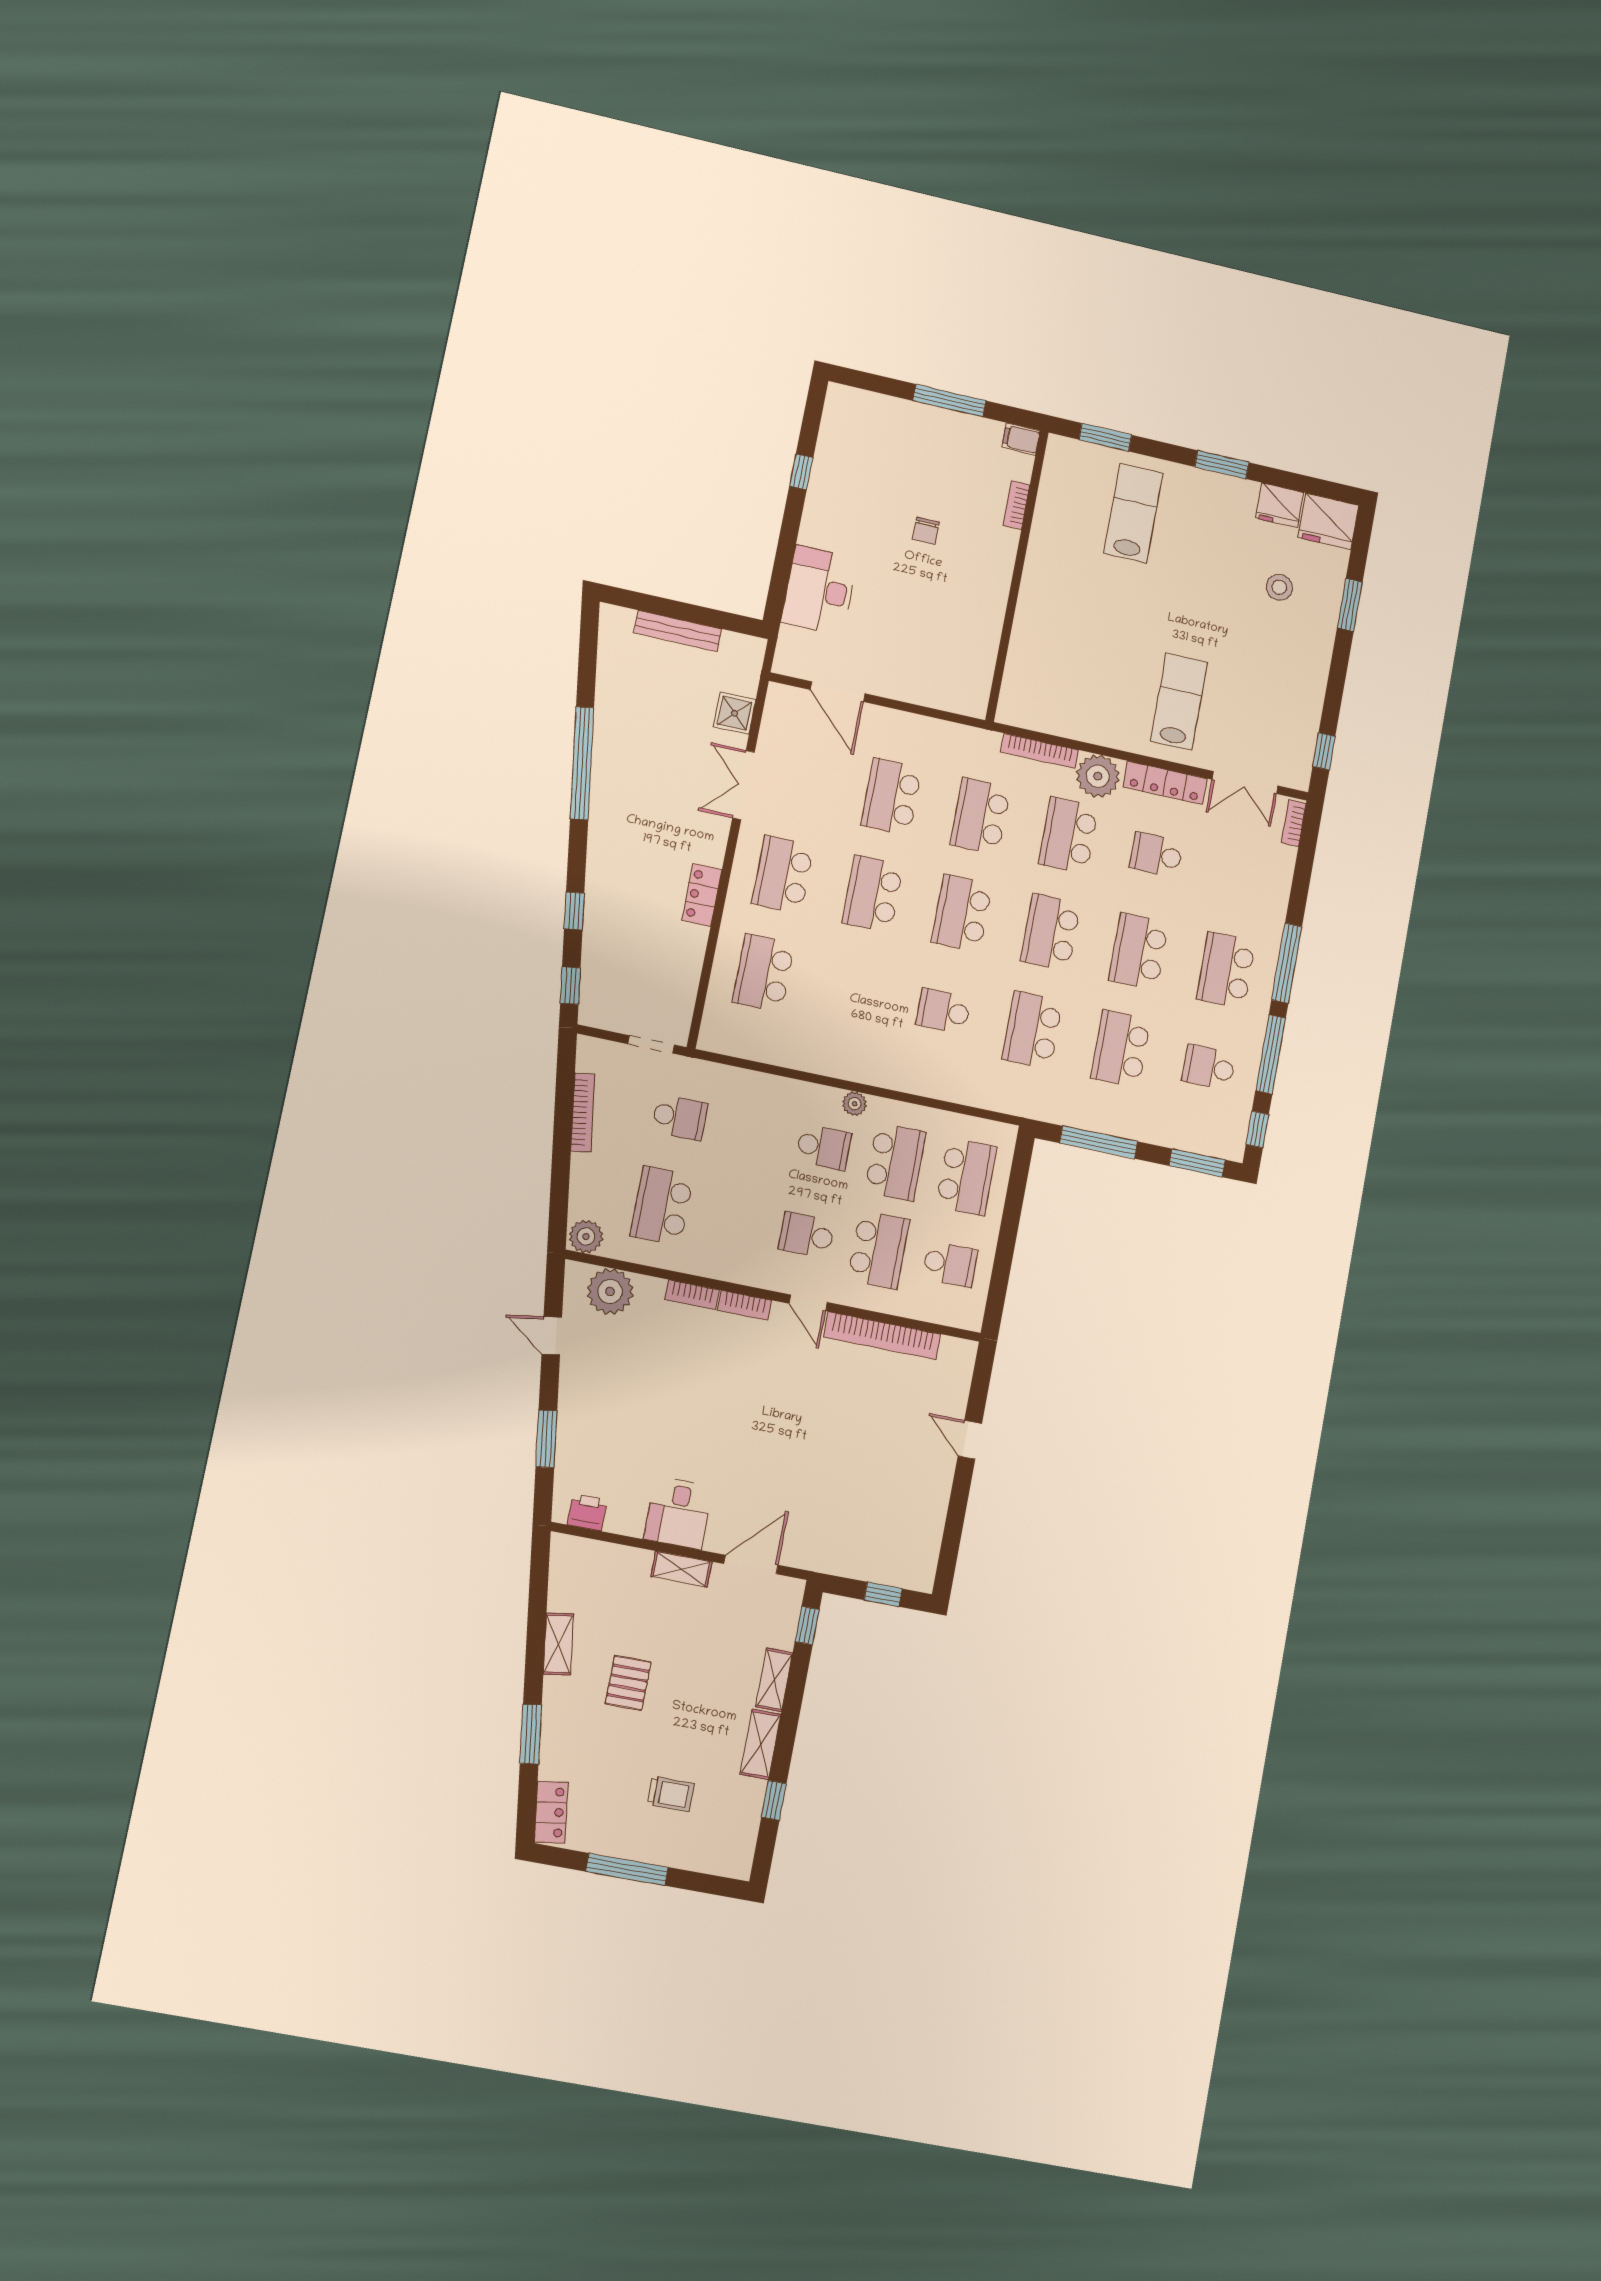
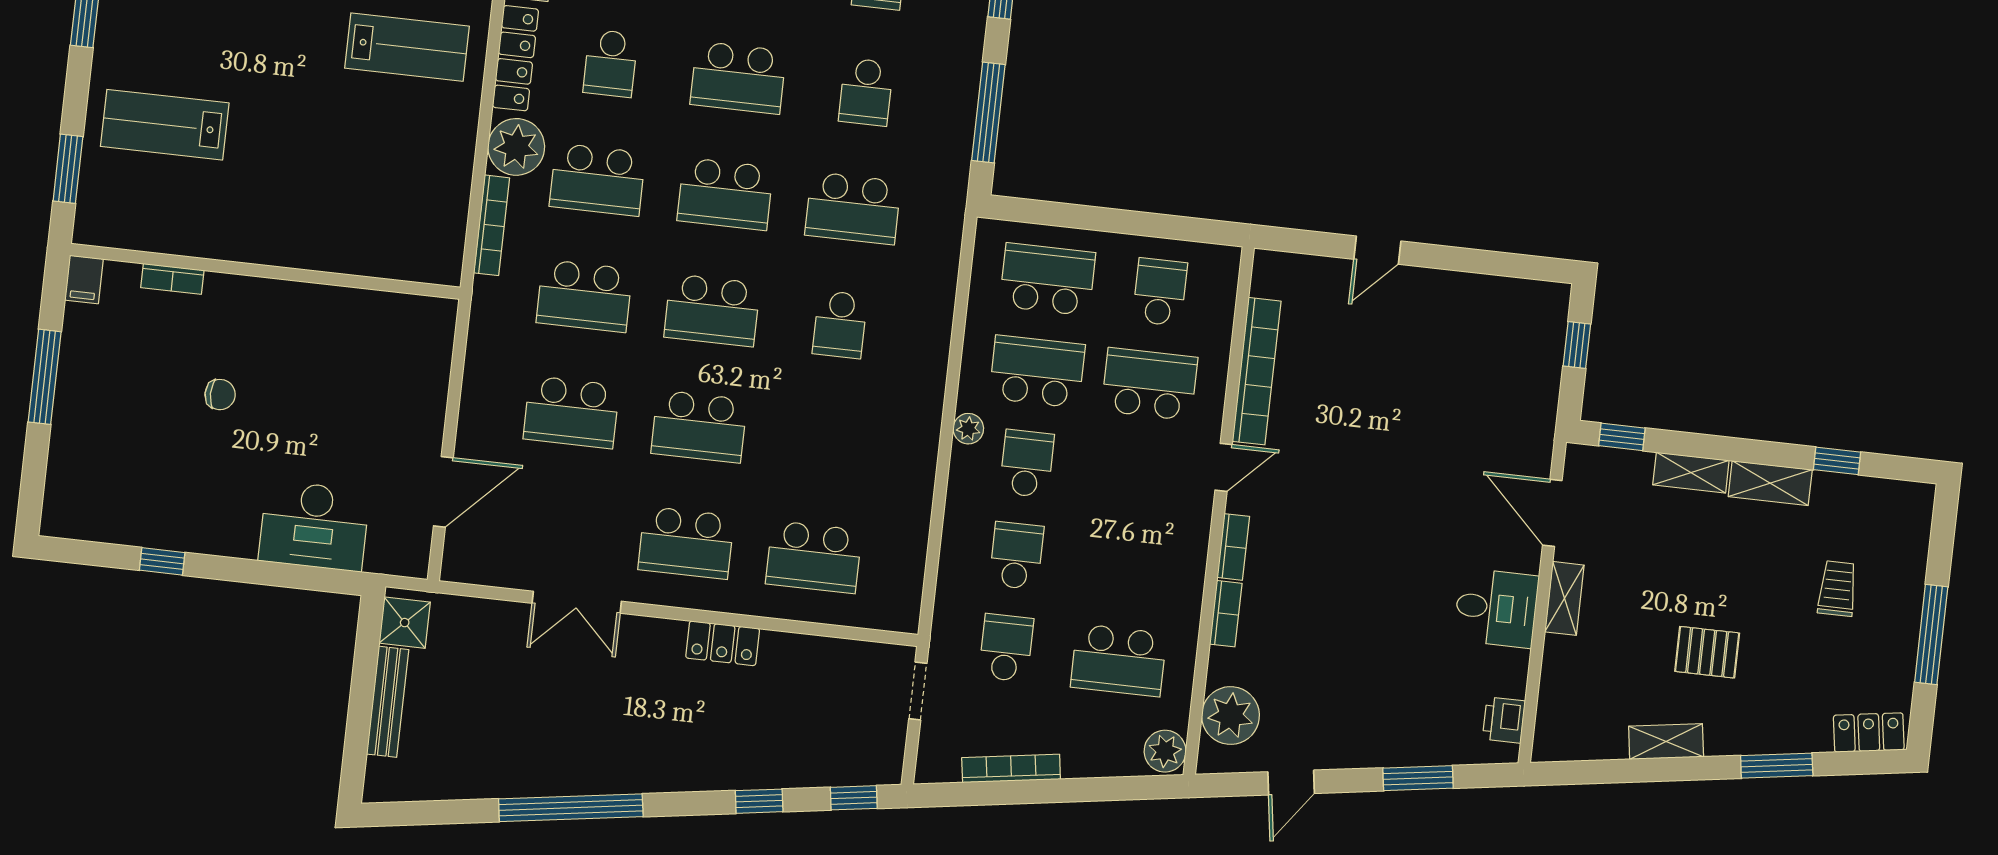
lab bench: (1179, 702) -> (407, 47), turned 180
shower: (734, 713) -> (405, 623), moved
school desk: (1121, 1049) -> (866, 92), width x0.54
school desk: (807, 1235) -> (1016, 556), moved, turned 180

